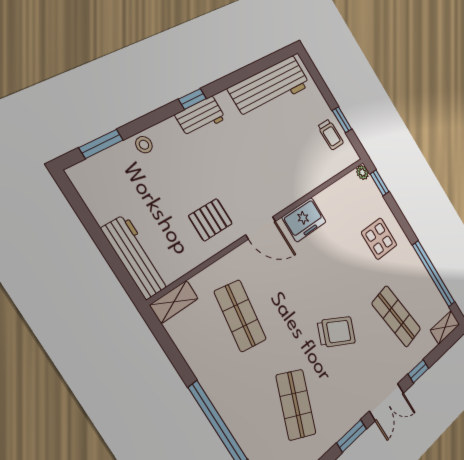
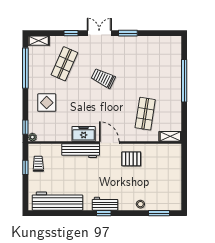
workbench: (136, 257) -> (81, 151), moved, turned -90
shop shelf: (396, 316) -> (64, 64), turned 33
shop shelf: (296, 405) -> (145, 64), removed

